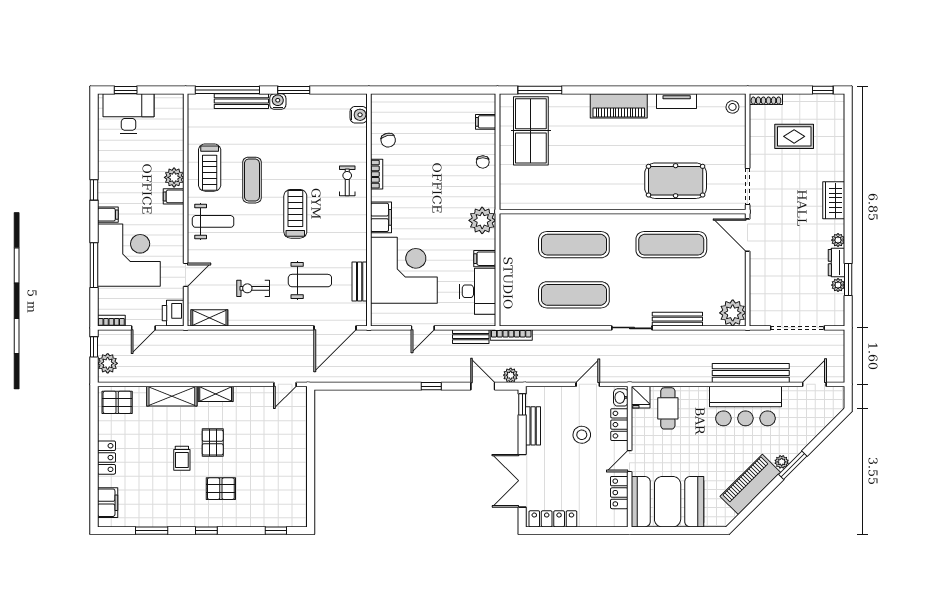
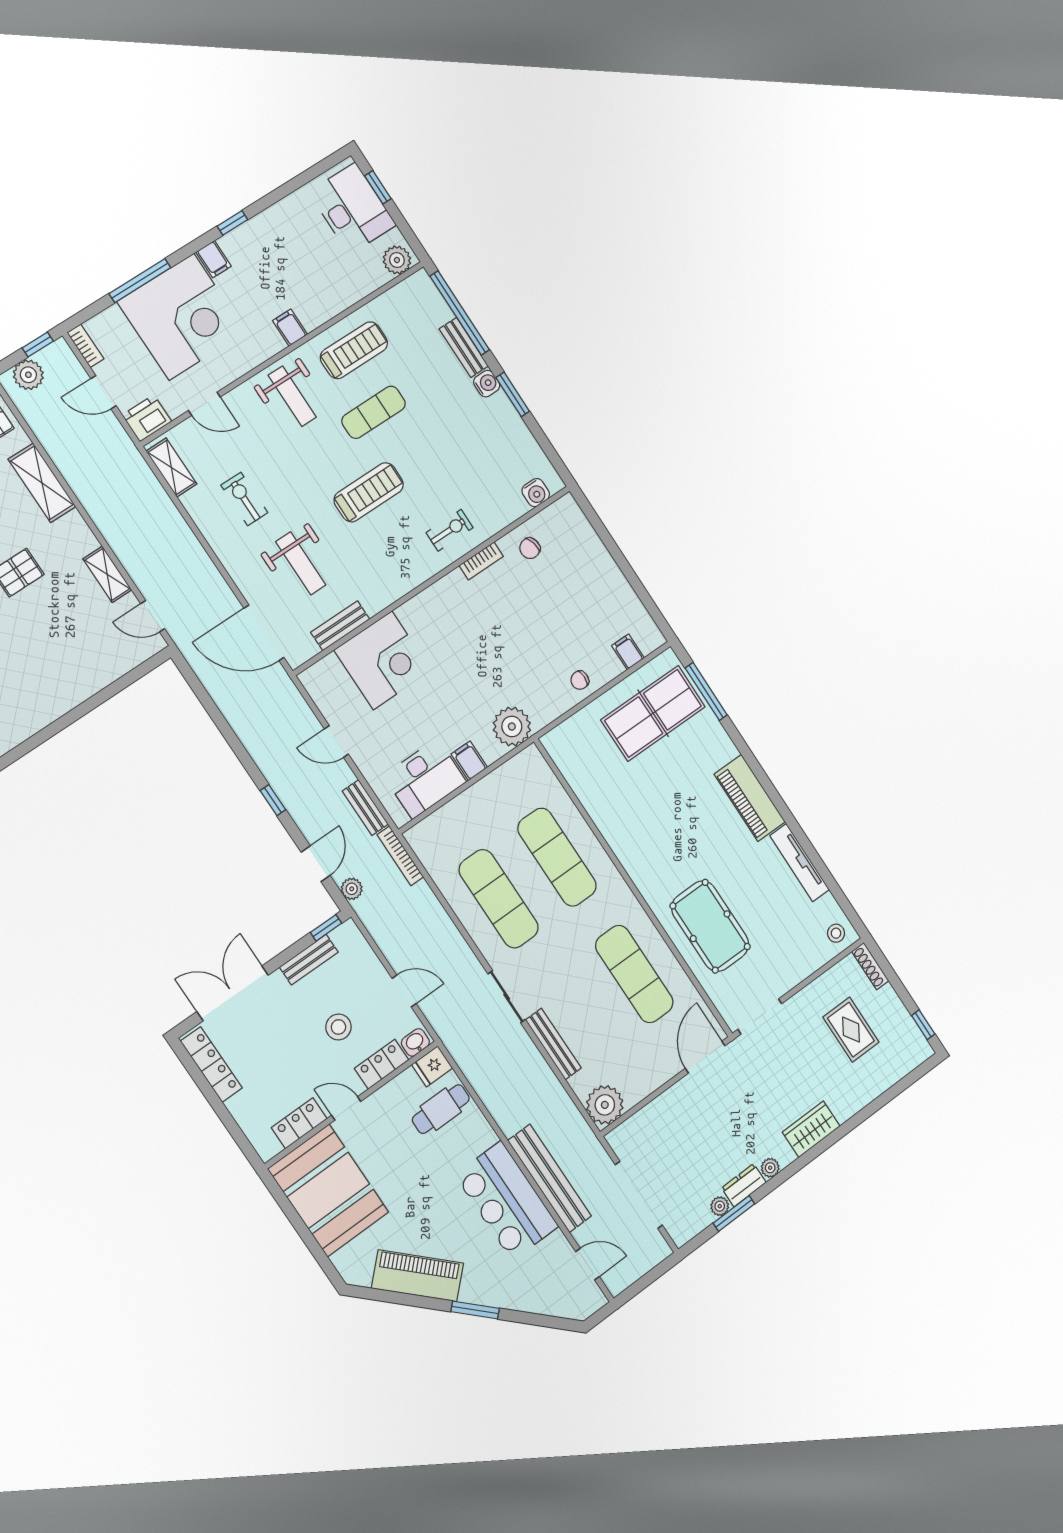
bench: (241, 101) -> (464, 347), width x0.73
tv unit: (677, 101) -> (800, 863), width x1.41
treadmill: (210, 168) -> (354, 350), turned 180
plant: (174, 177) -> (397, 260), moved
filing cabinet: (381, 217) -> (434, 600), removed
corner desk: (404, 270) -> (383, 660), width x0.74, depth x0.74
shelving: (216, 394) -> (107, 574), moved
plant: (782, 462) -> (470, 1294), removed

